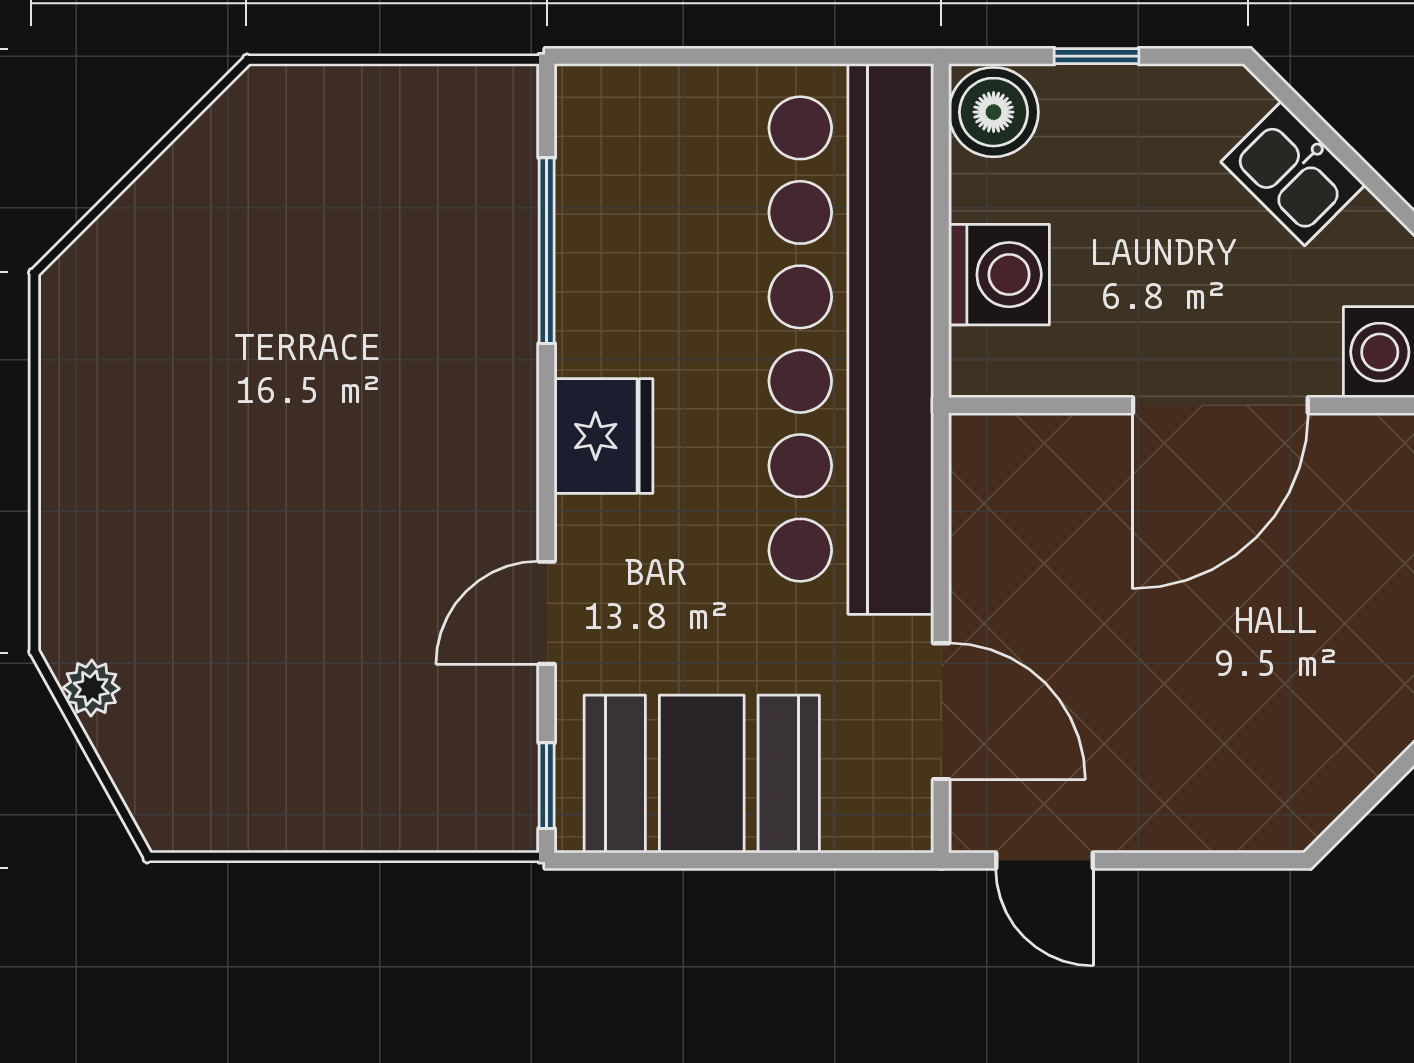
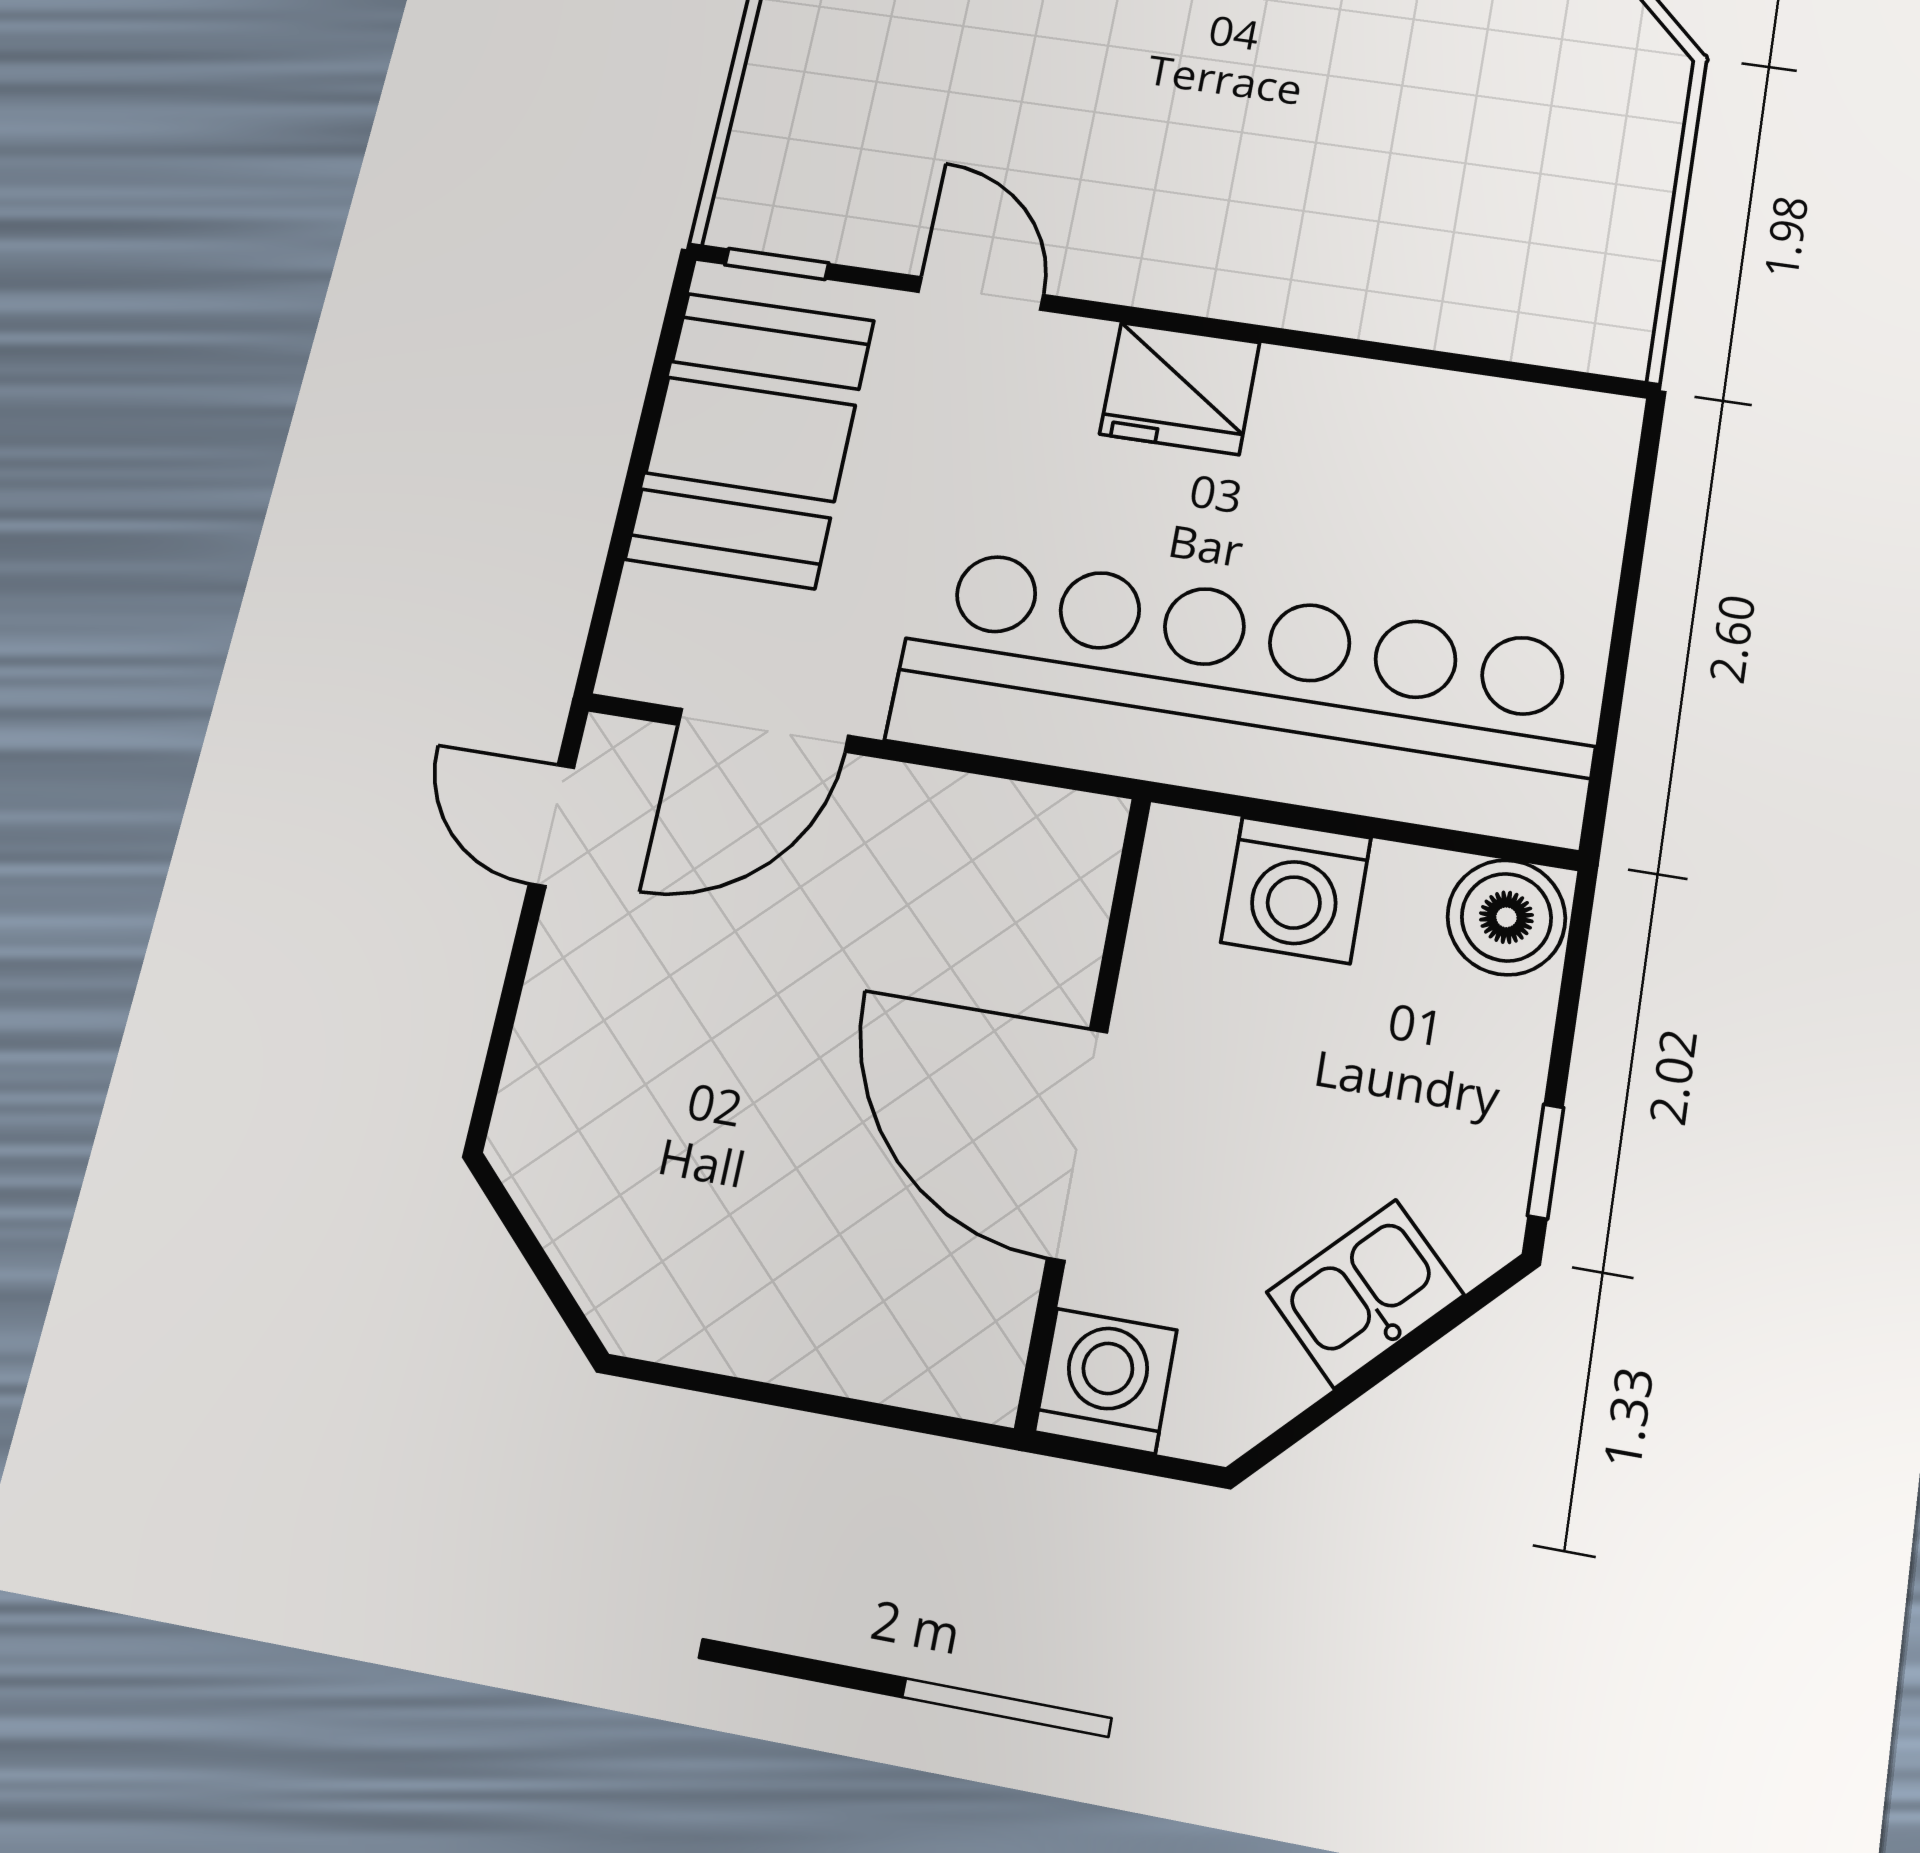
window: (1096, 56) -> (1546, 1161), moved
window: (547, 251) -> (1417, 357), removed
door: (1044, 860) -> (552, 825), hinge flipped

